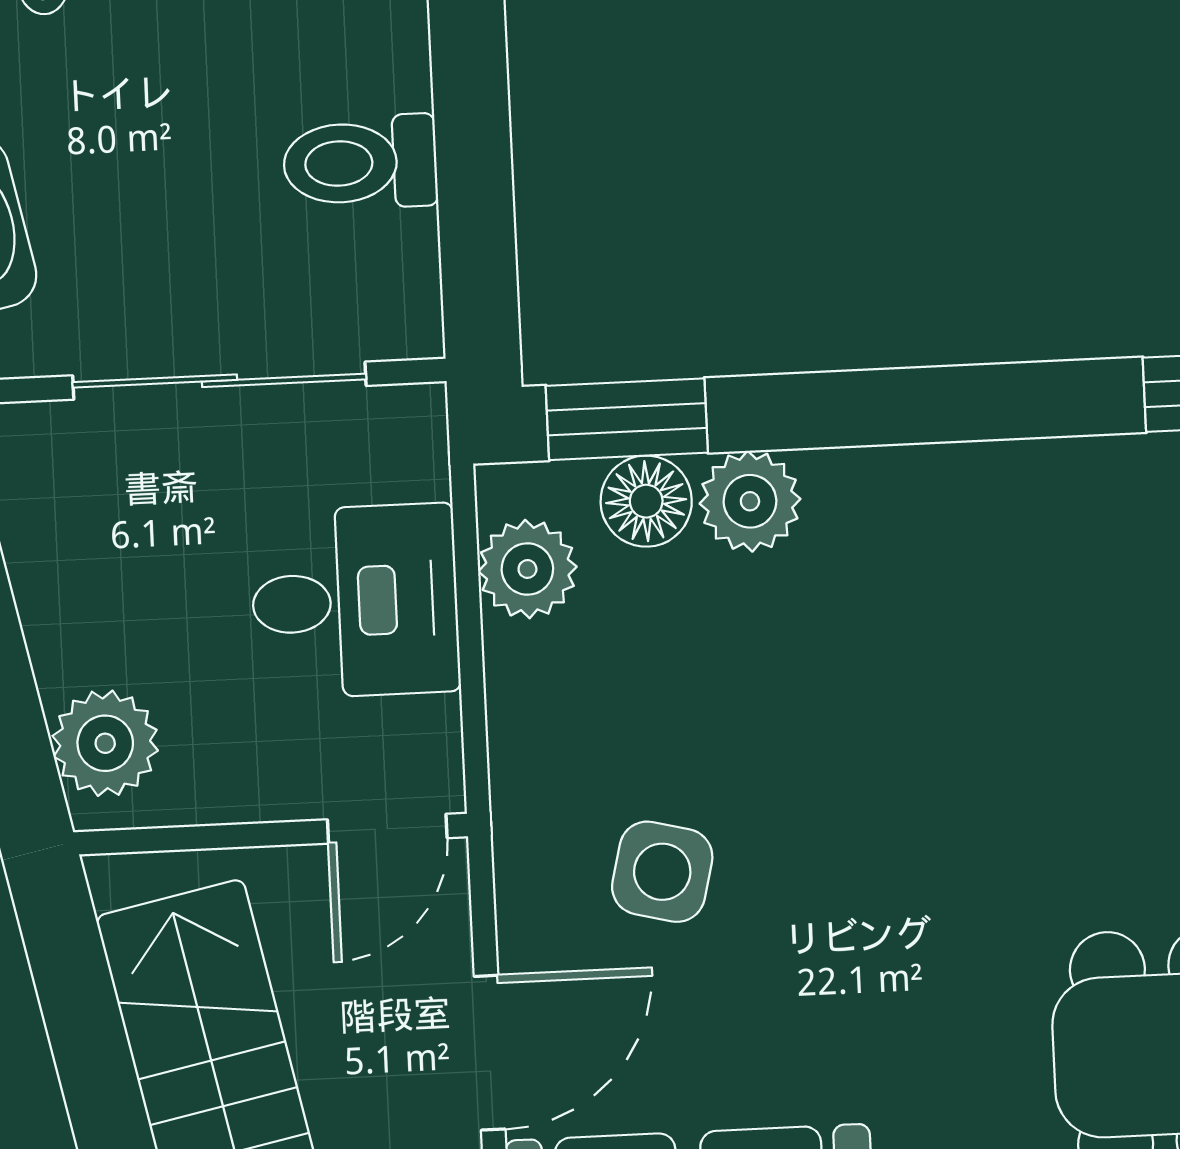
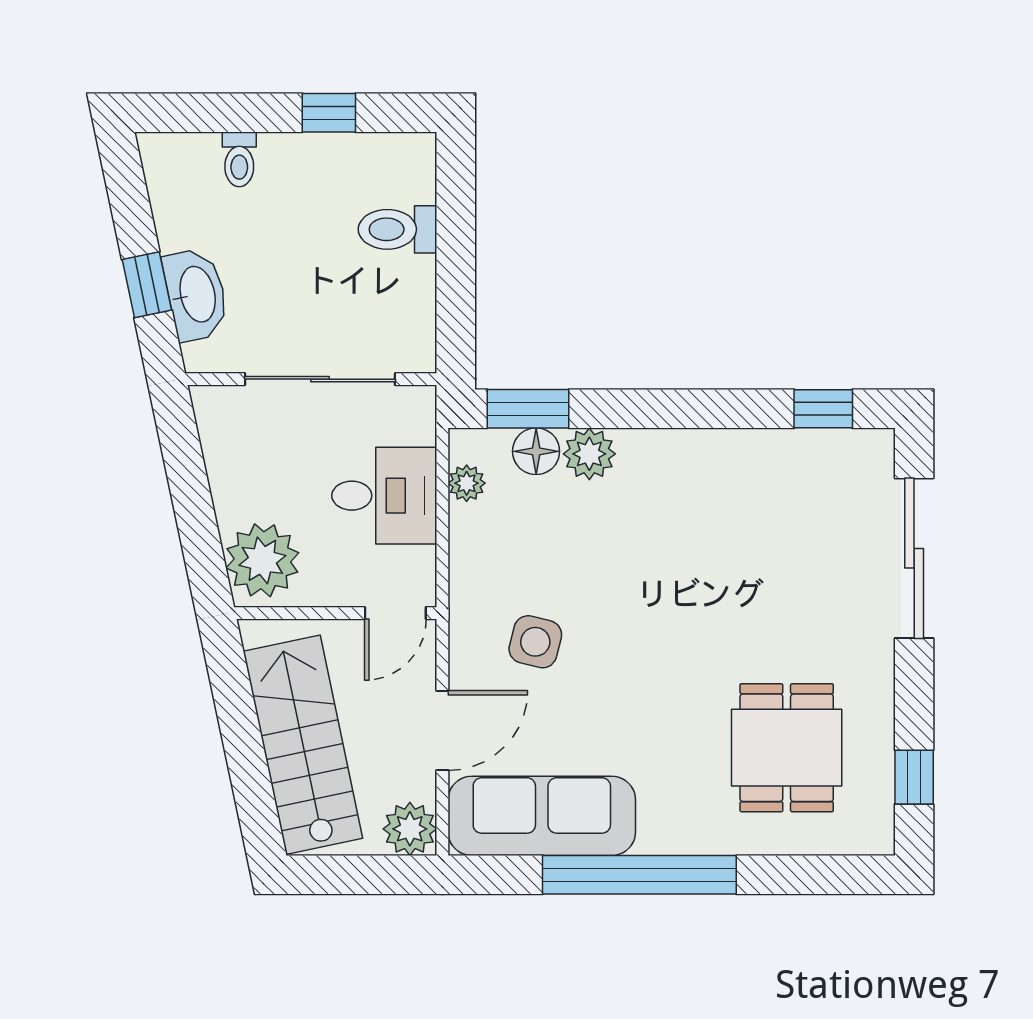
toilet: (360, 163) -> (397, 229), moved
plant: (527, 569) -> (467, 483), width x0.73, depth x0.73
plant: (105, 743) -> (262, 560), width x1.36, depth x1.36

